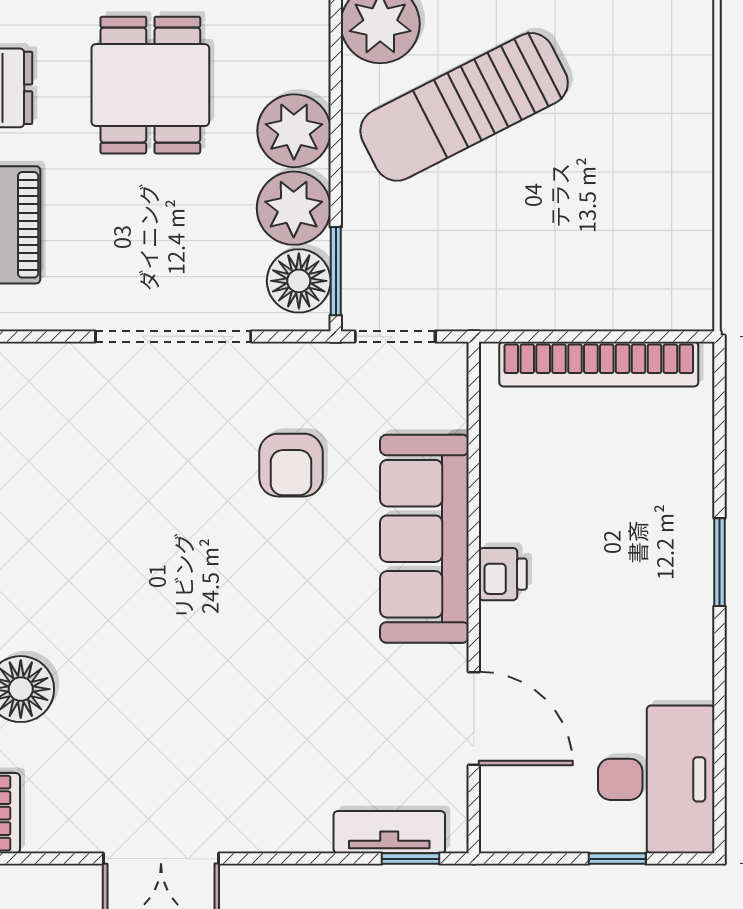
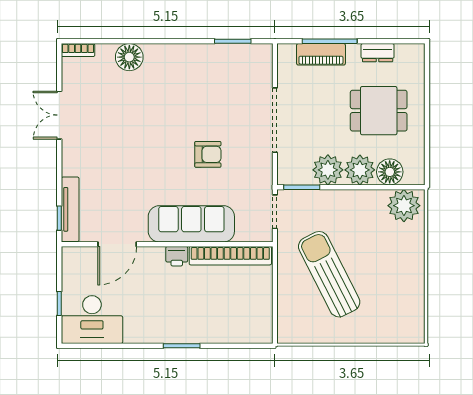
sun lounger: (464, 107) -> (329, 274), moved
floor lamp: (299, 281) -> (390, 172), moved
bookcase: (599, 364) -> (230, 256), moved, turned -90
armchair: (291, 465) -> (208, 154), moved, turned 180
tv unit: (389, 832) -> (70, 209), width x1.41

